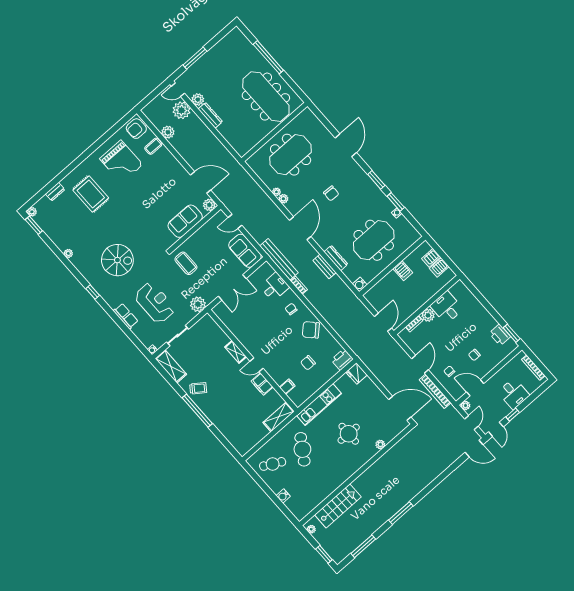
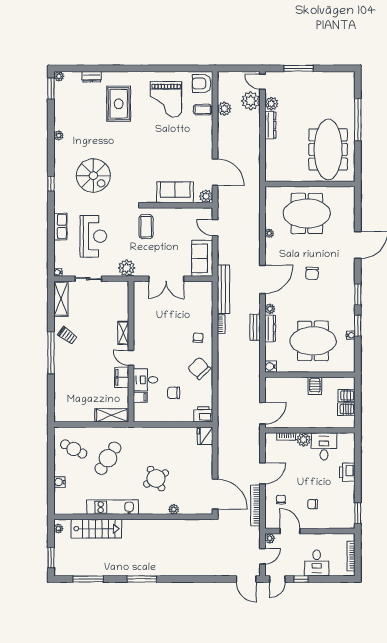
plant: (283, 199) -> (270, 309), moved
desk: (275, 287) -> (145, 380), moved, turned 180
printer: (500, 335) -> (347, 472), moved
kitchen unit: (319, 404) -> (113, 507), moved, turned 180
round table: (349, 434) -> (156, 478), turned -31

